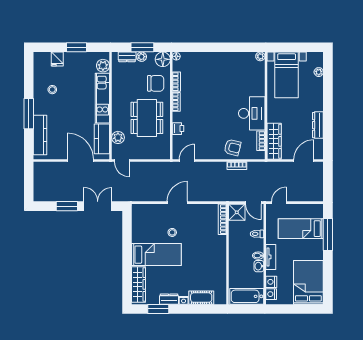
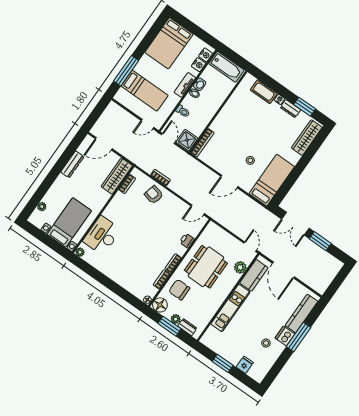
plant: (103, 66) -> (212, 334), removed
dishwasher: (41, 107) -> (285, 336), added
desk: (252, 113) -> (102, 235), moved
bed: (156, 255) -> (272, 180), moved, turned 90

